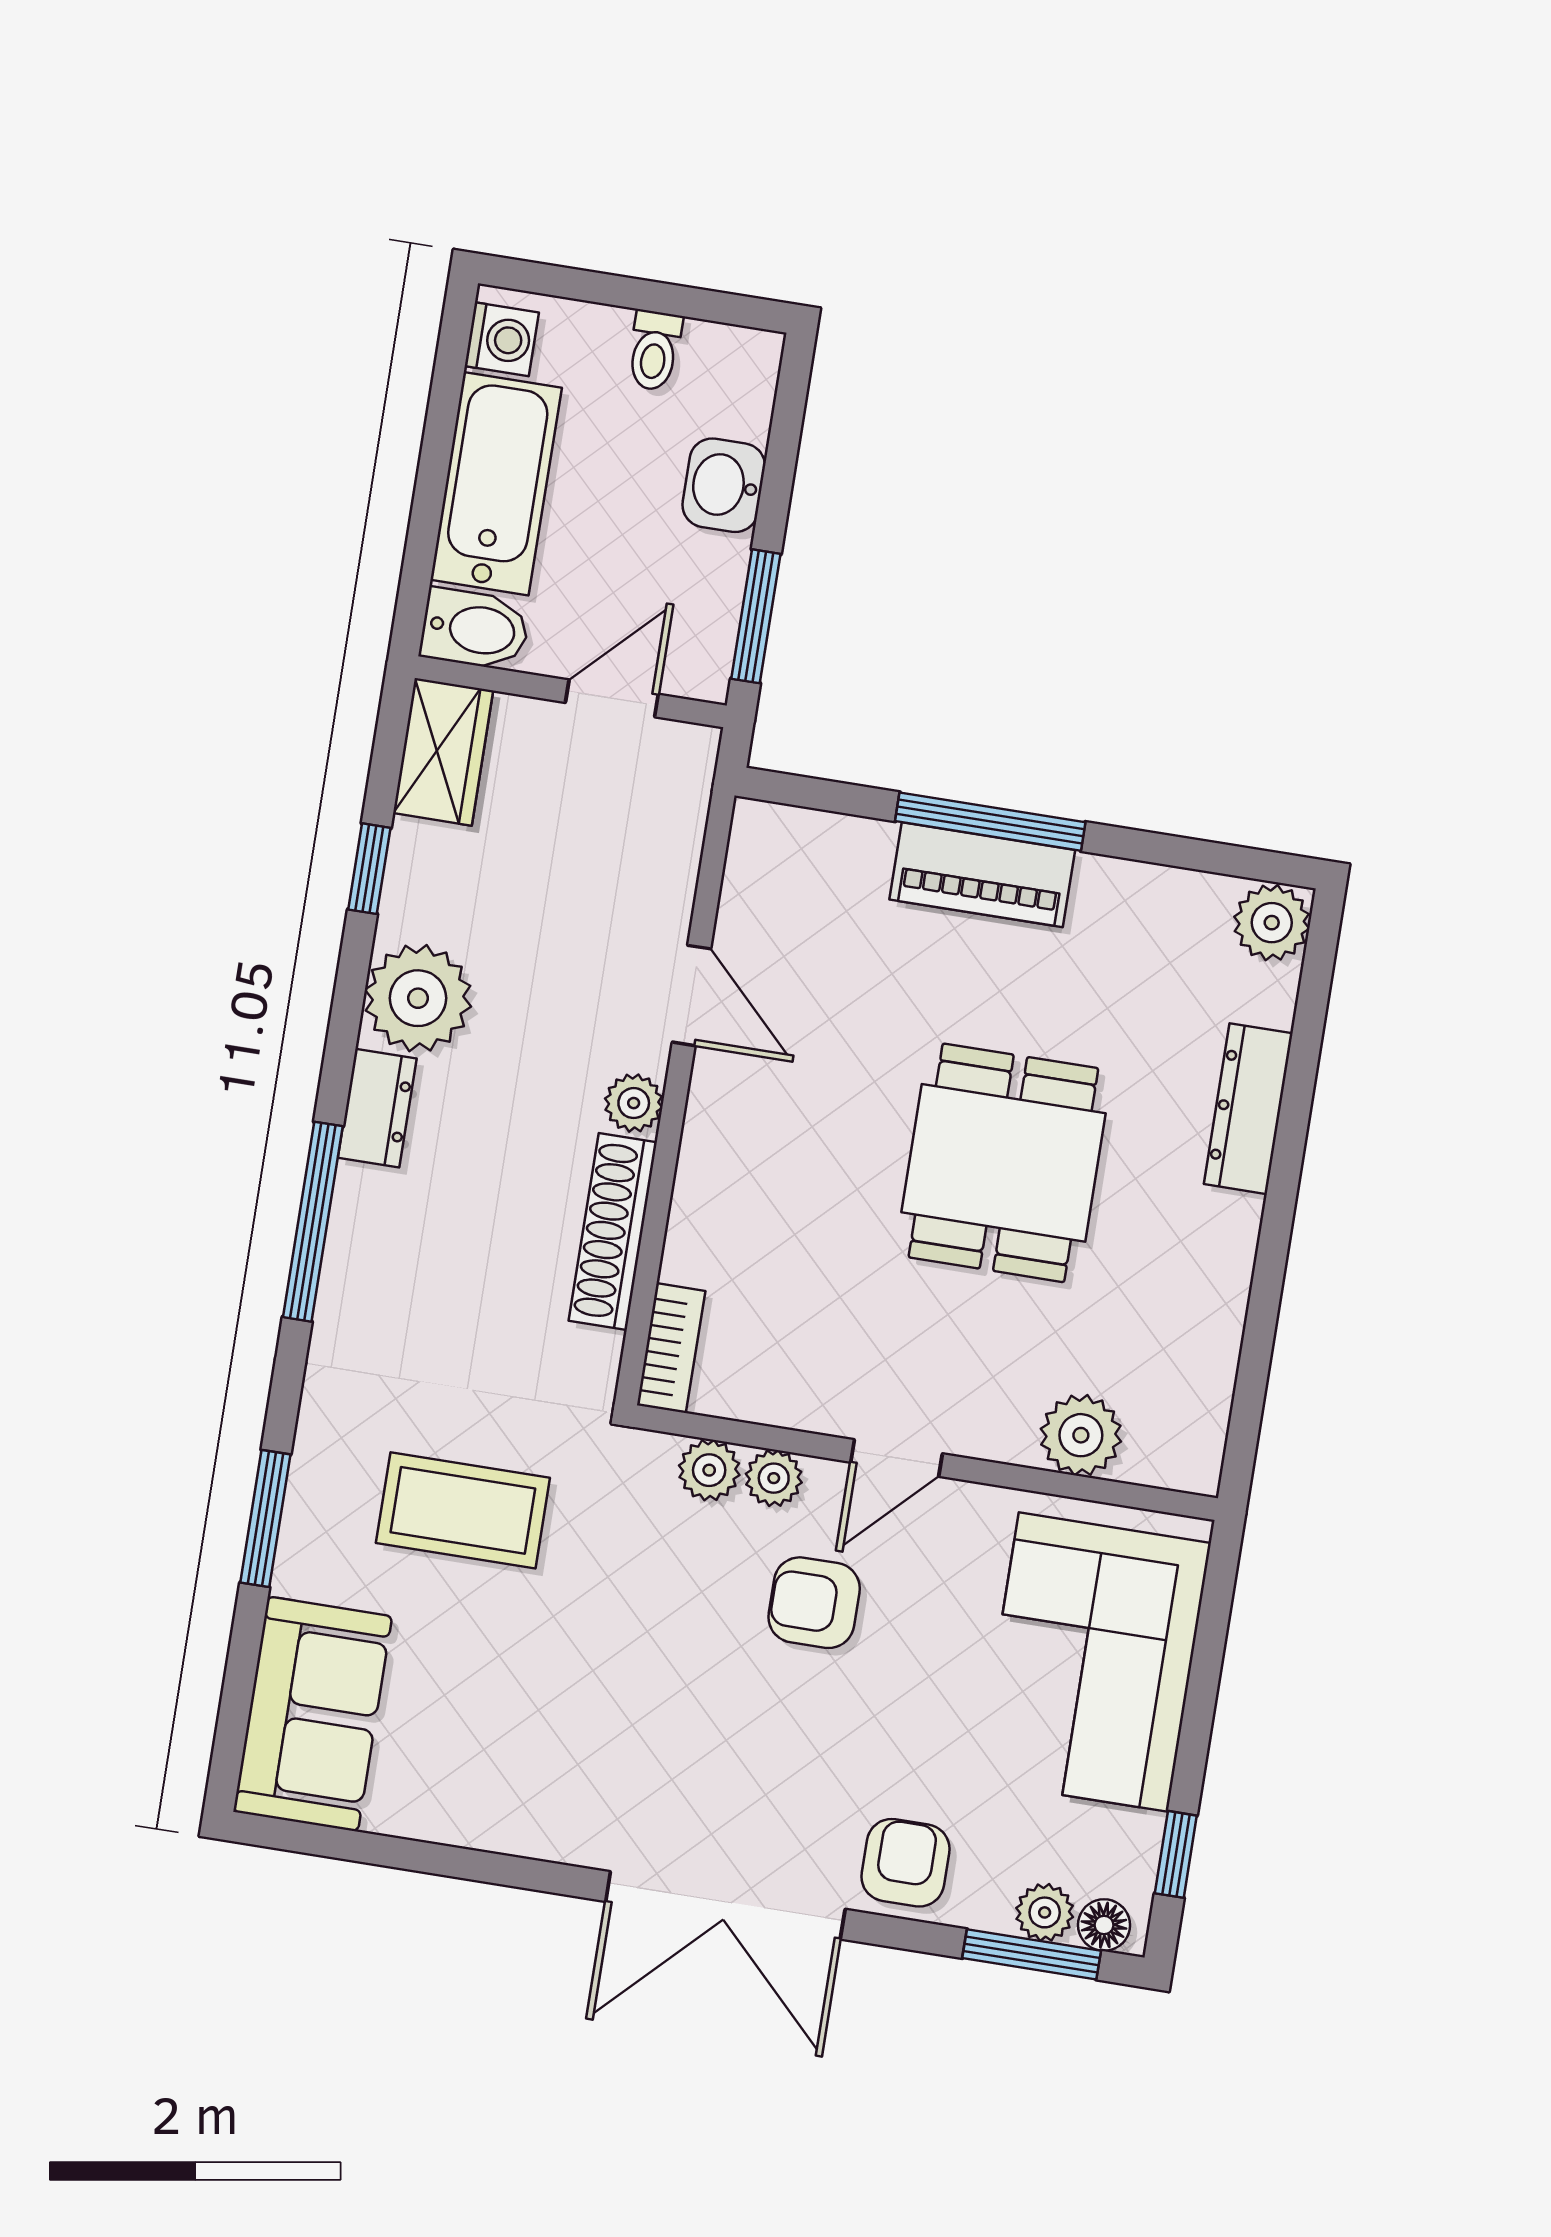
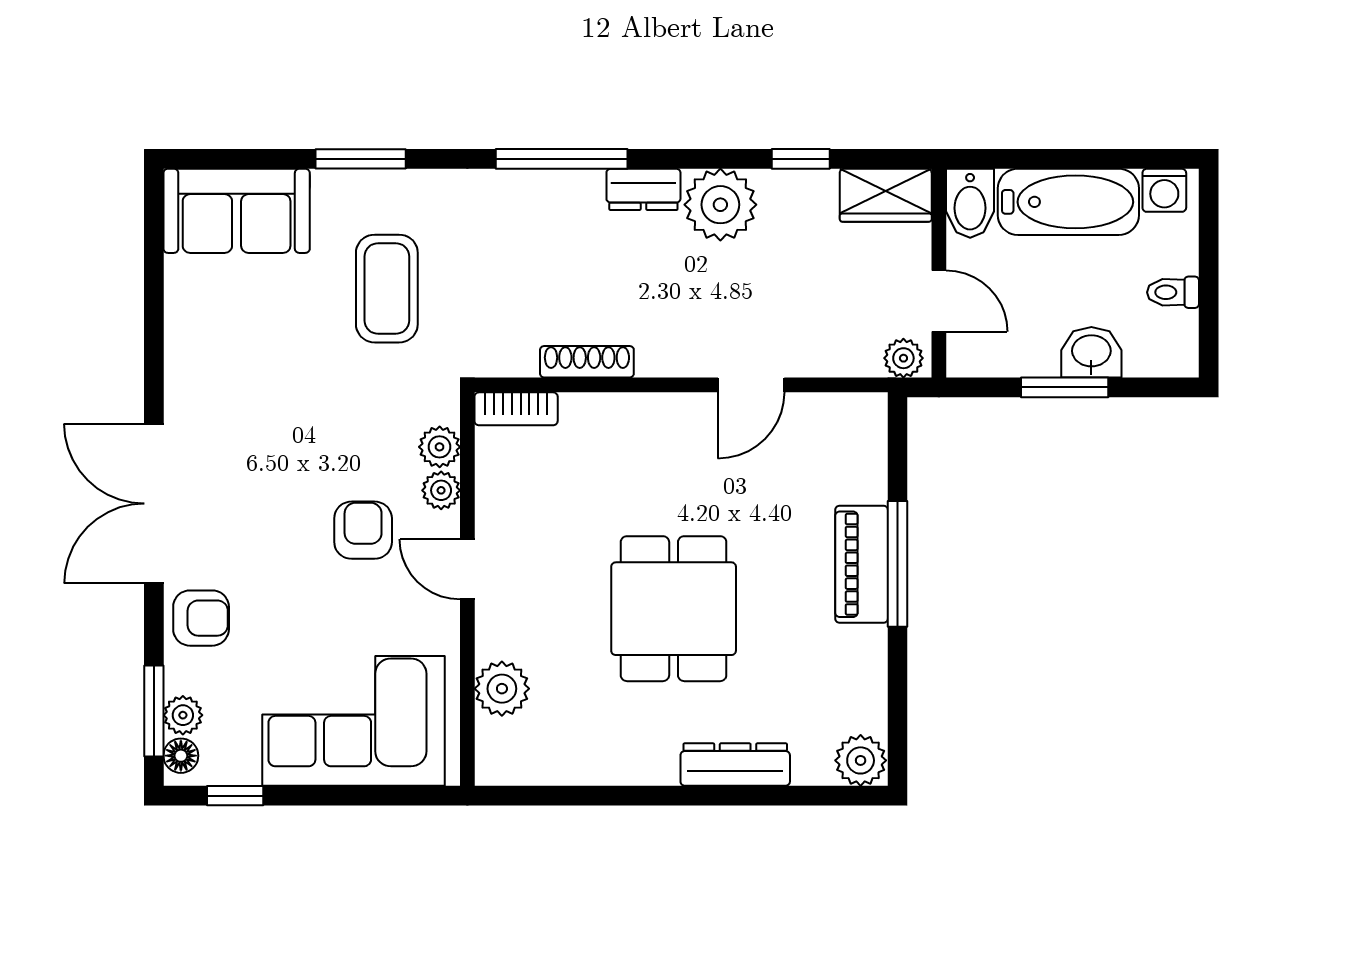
window: (756, 616) -> (1065, 387), moved
plant: (634, 1103) -> (903, 358), moved
dining table: (1003, 1163) -> (674, 609), turned 90
shoe rack: (613, 1231) -> (587, 362), width x0.74, depth x0.81

